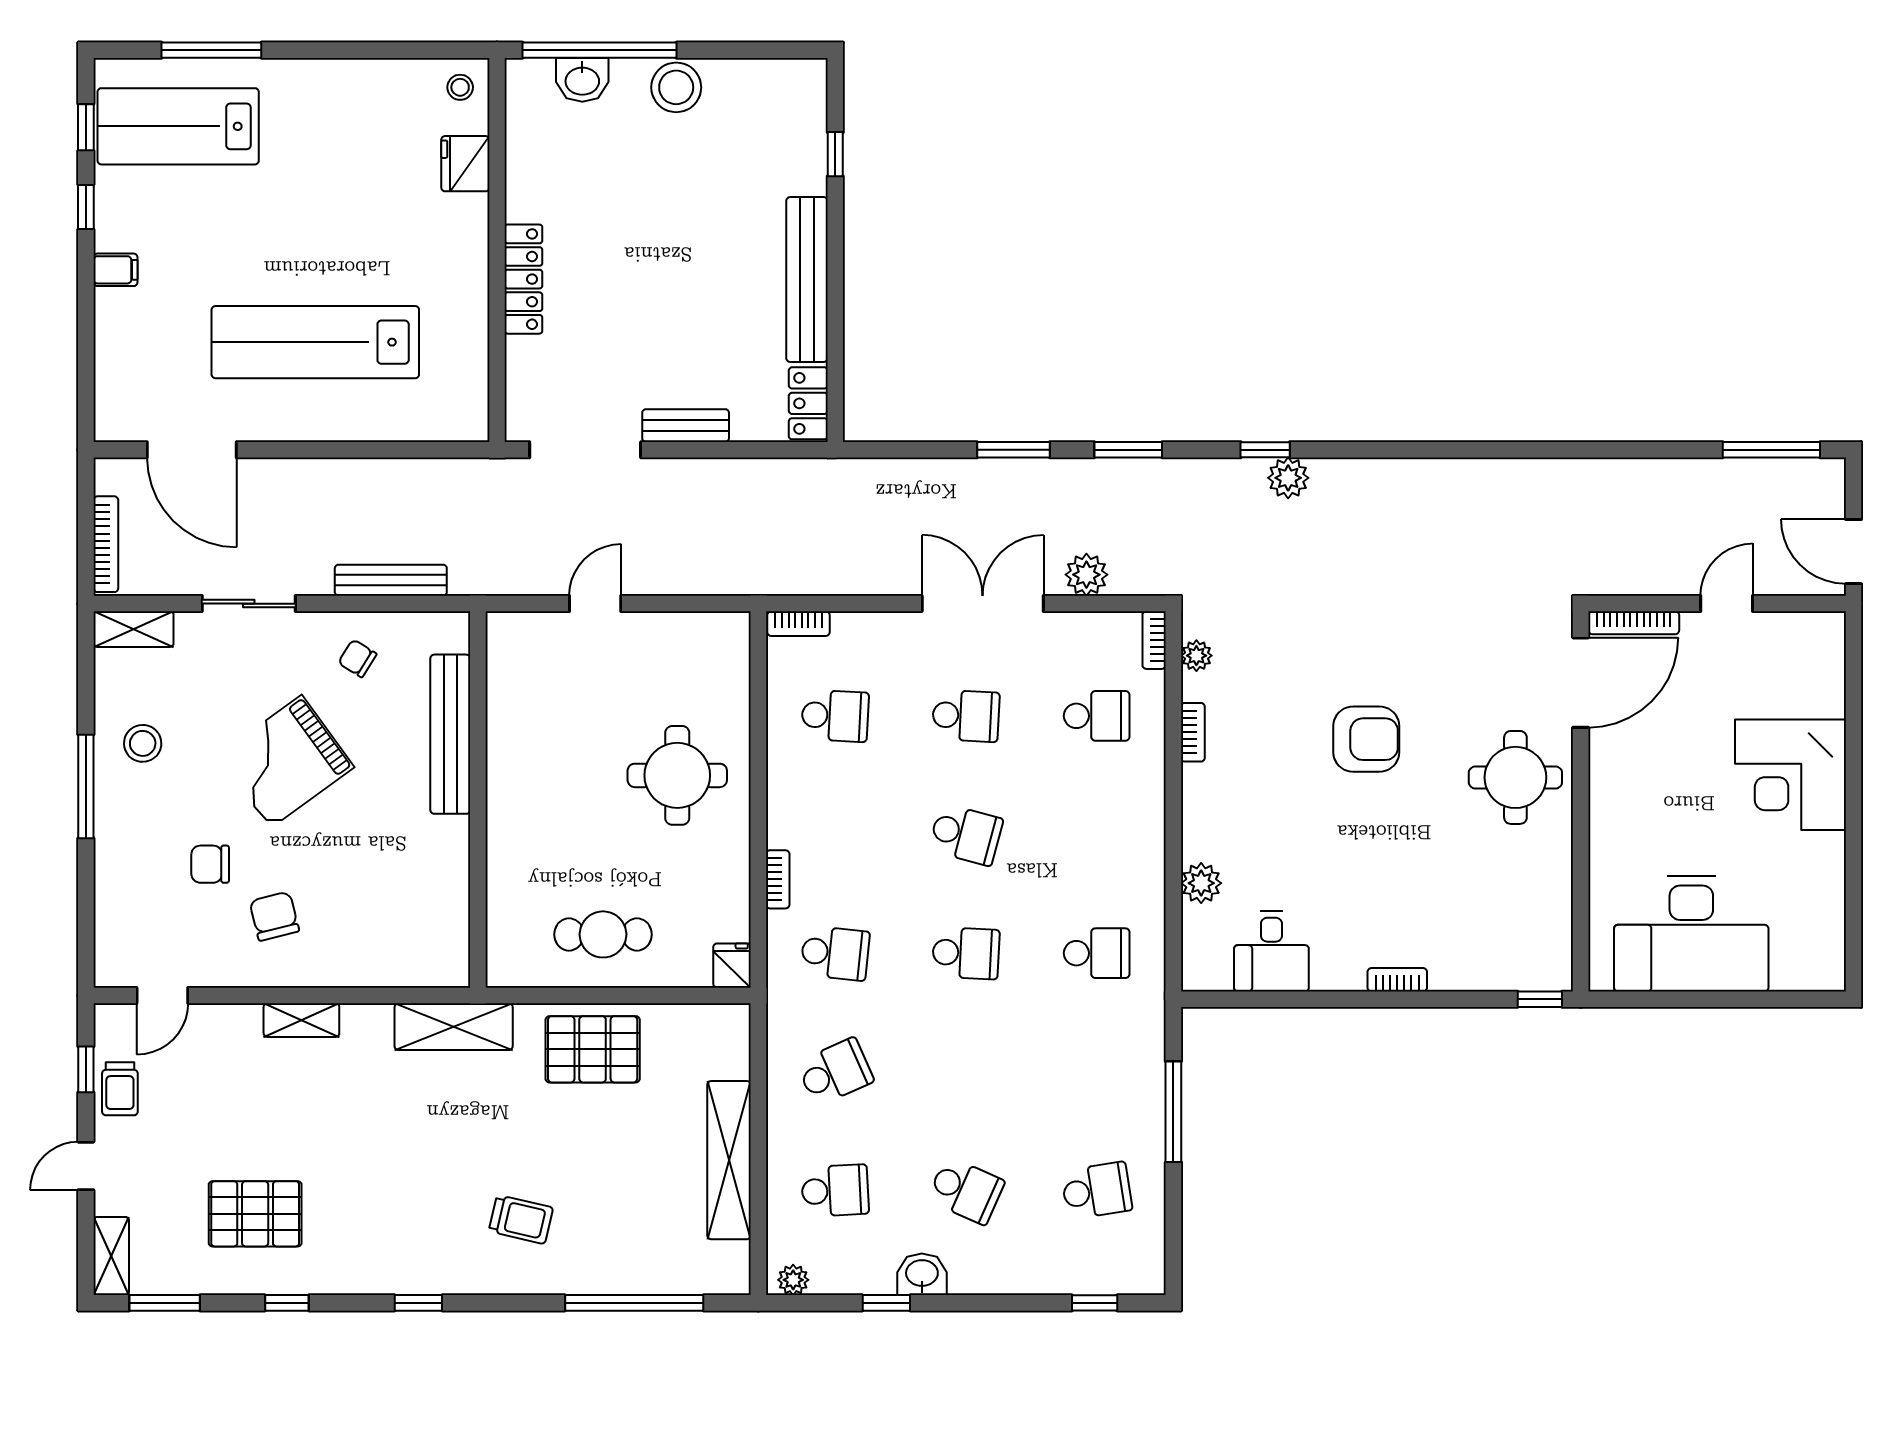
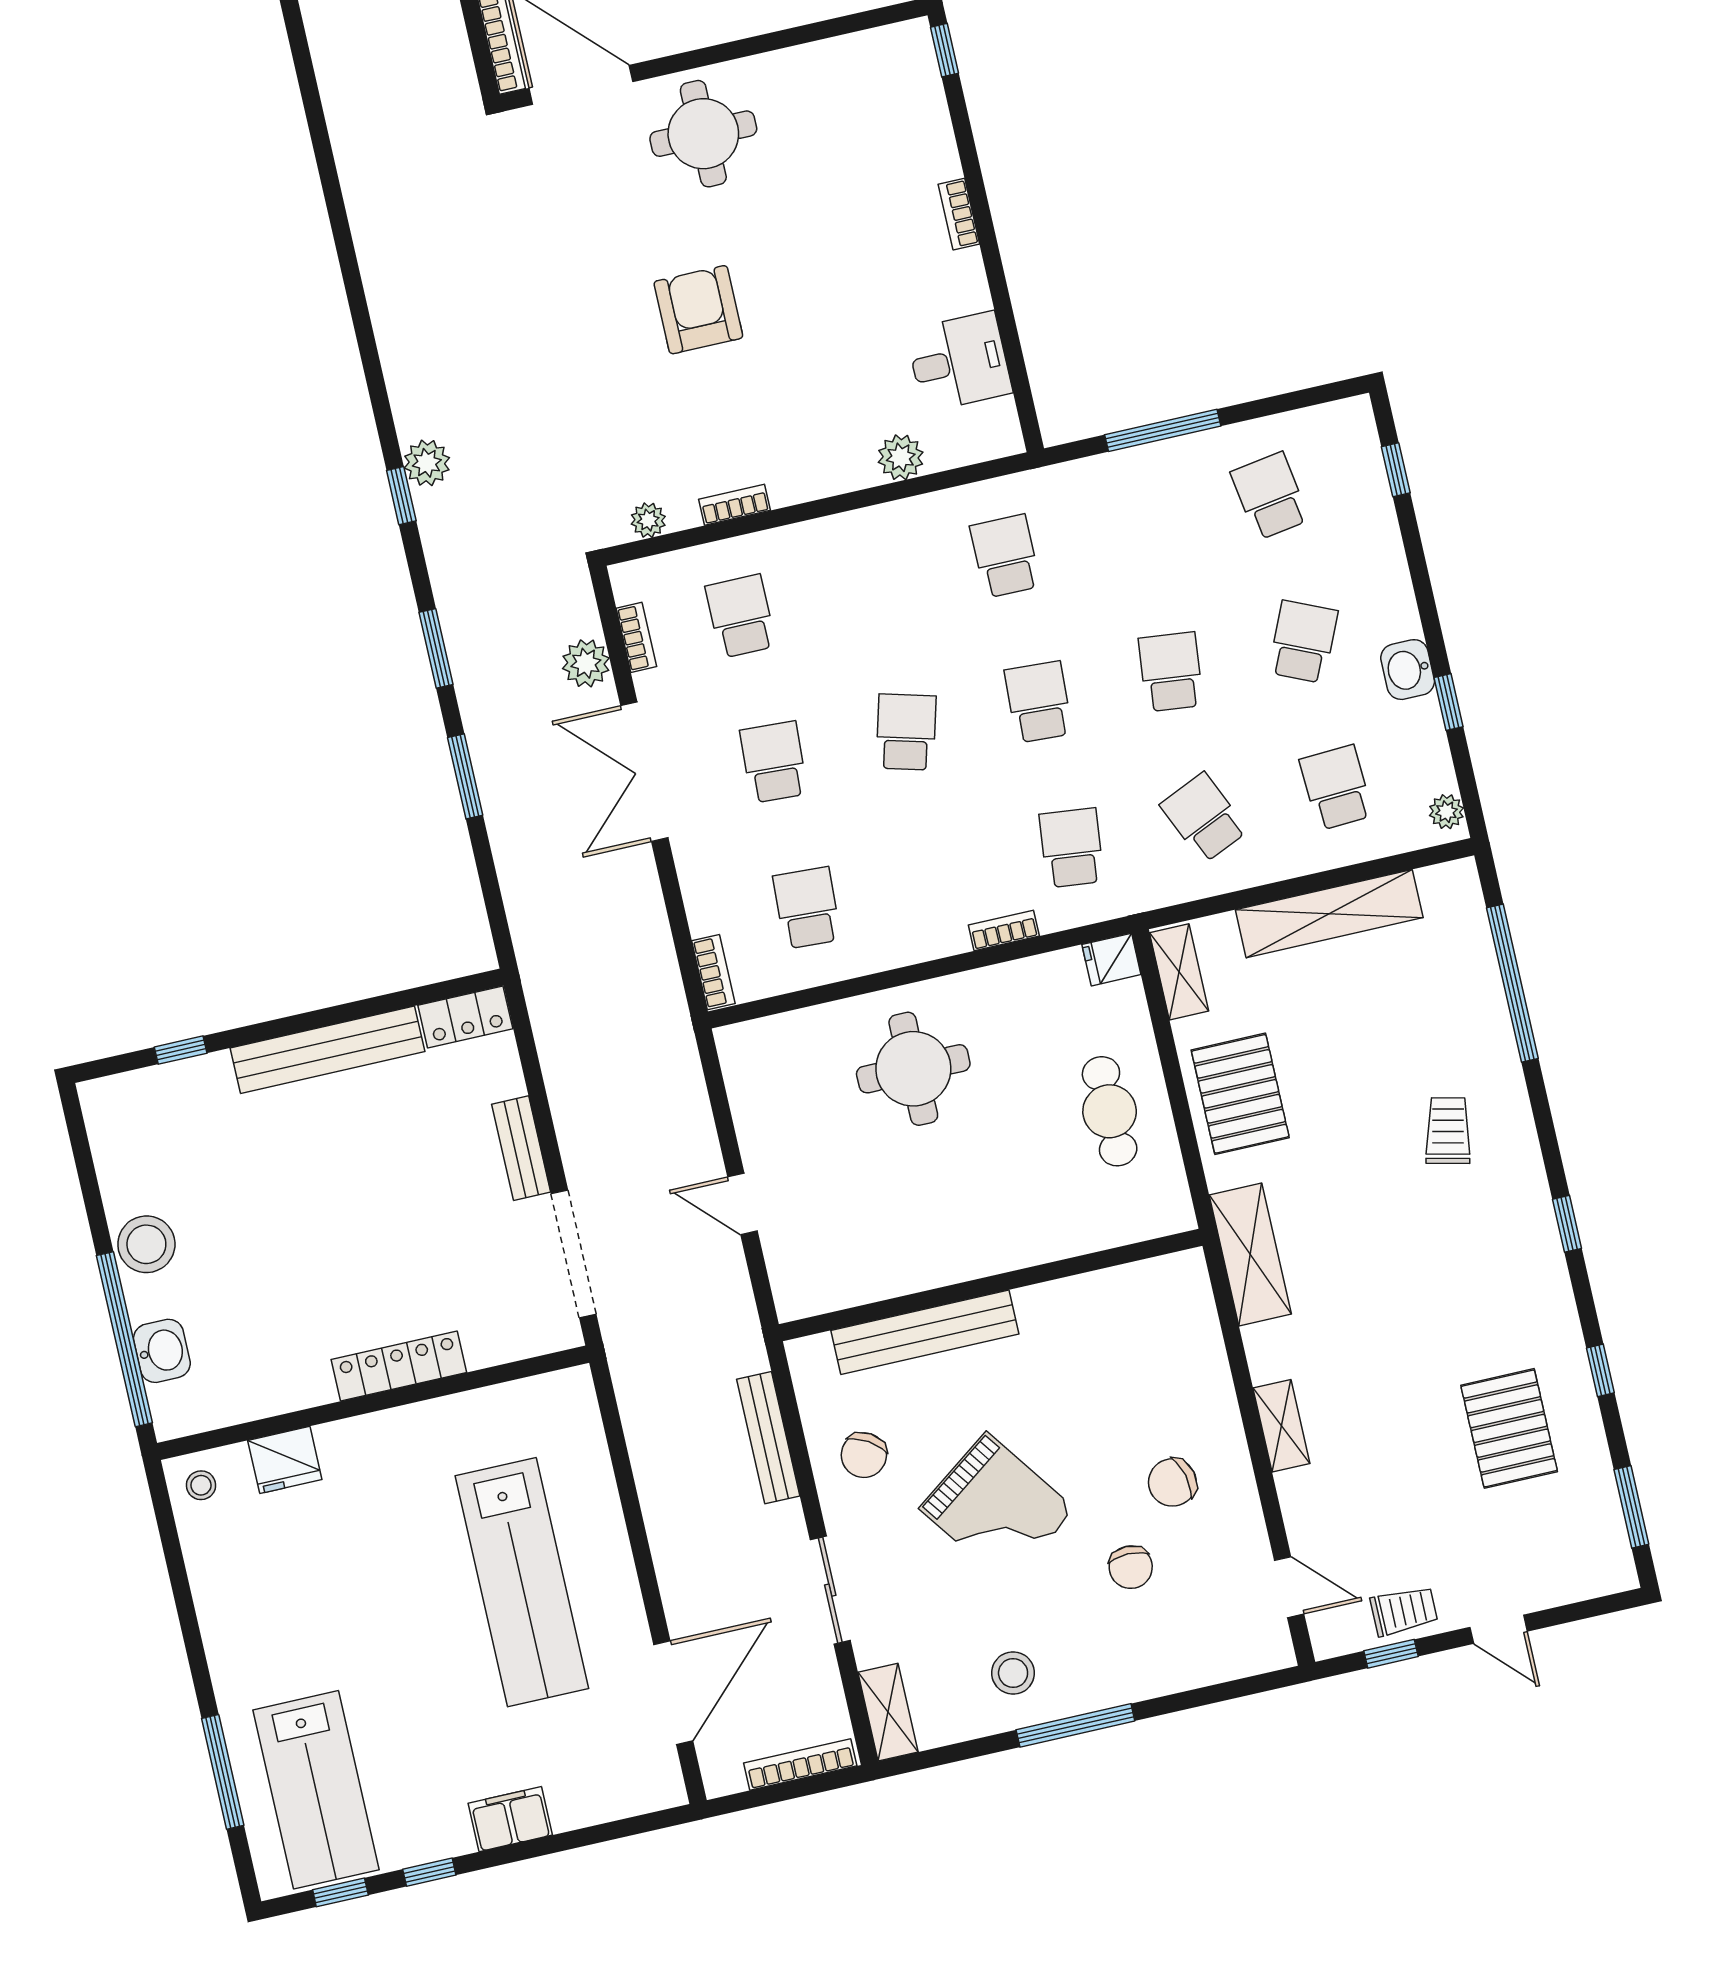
filing cabinet: (115, 270) -> (510, 1819), width x2.00
bookcase: (1154, 640) -> (636, 637), moved, turned -90
chair: (357, 658) -> (864, 1455), width x1.37, depth x1.37
school desk: (966, 1072) -> (1171, 672), added
shelving: (111, 1256) -> (1179, 972), moved, turned 90

